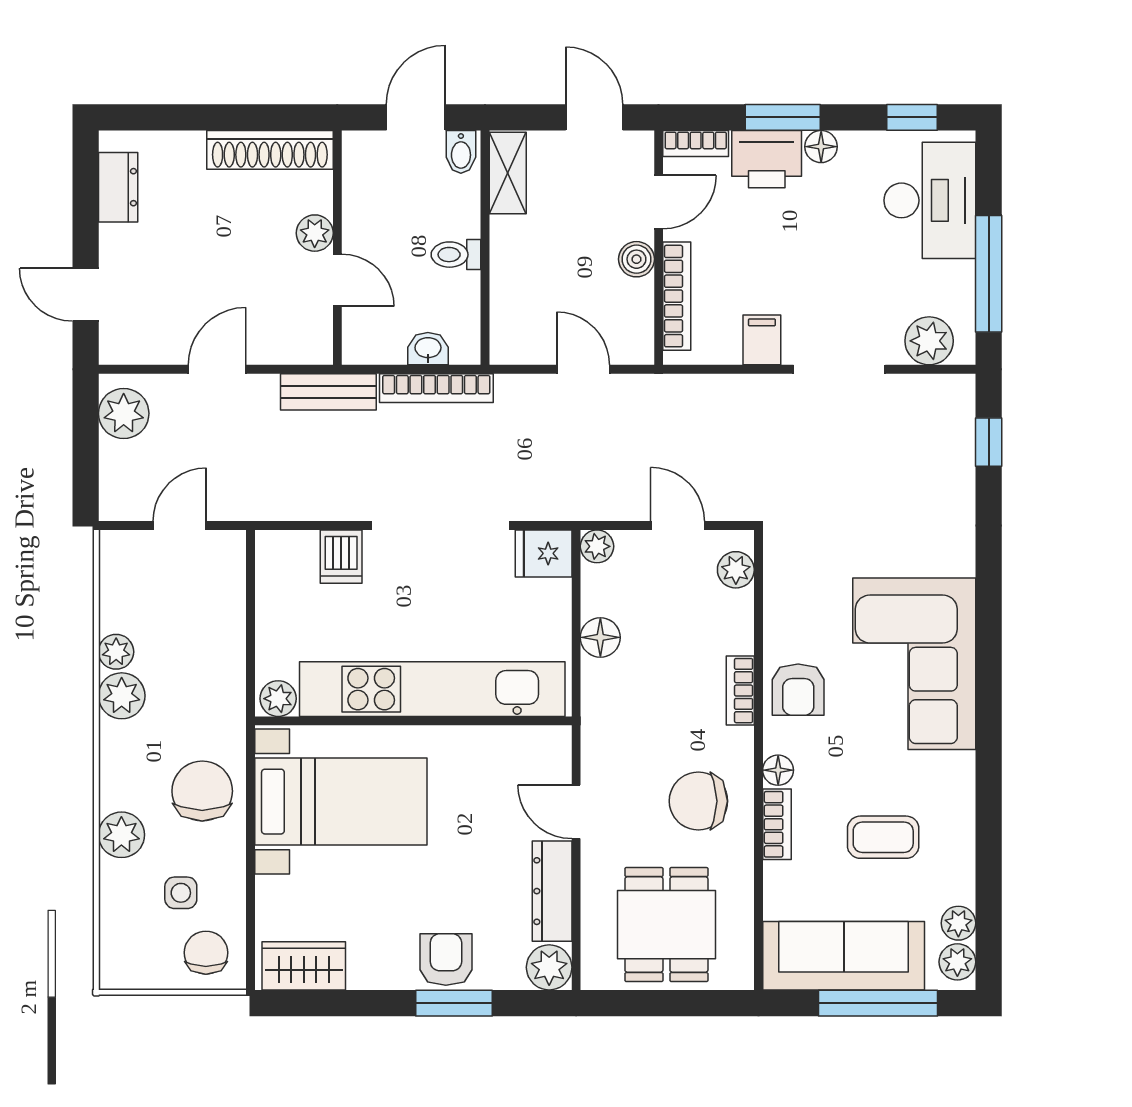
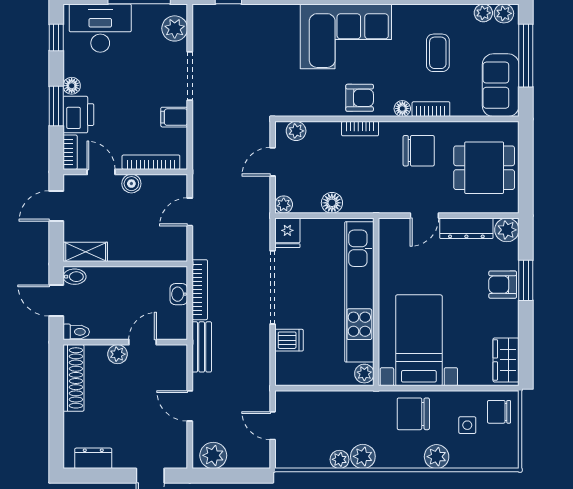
toilet: (456, 255) -> (76, 332), moved, turned -90
chair: (698, 801) -> (419, 151), turned -90
sofa: (844, 956) -> (501, 85), width x0.73

